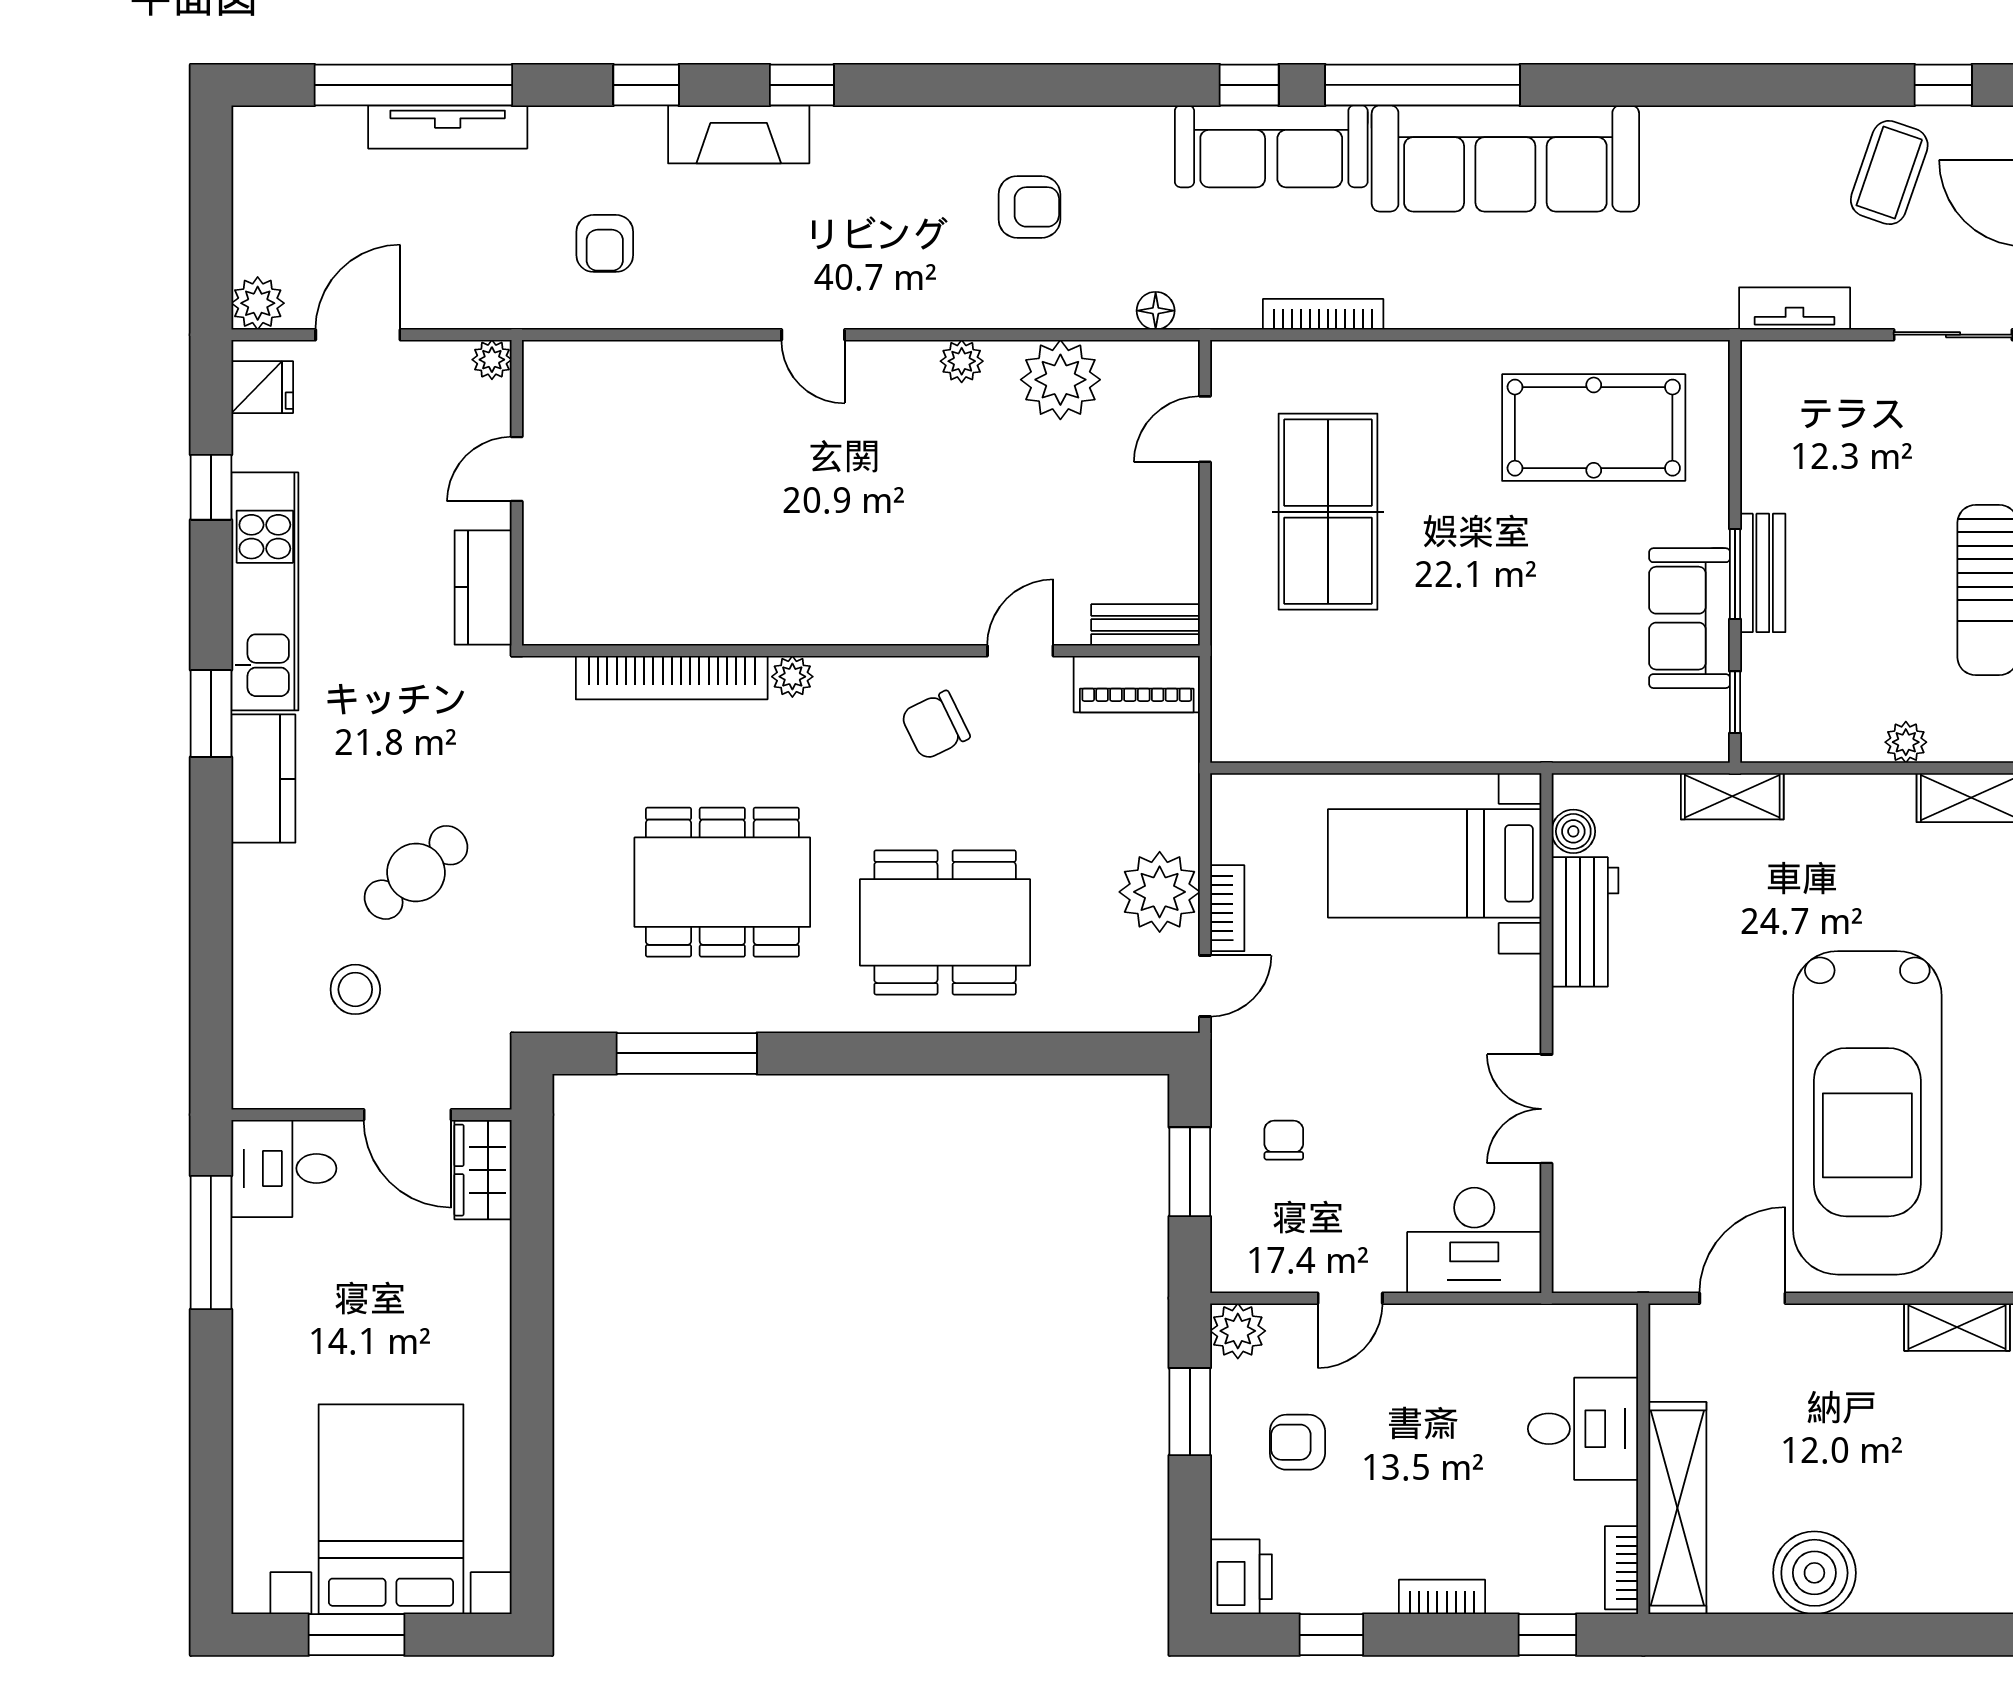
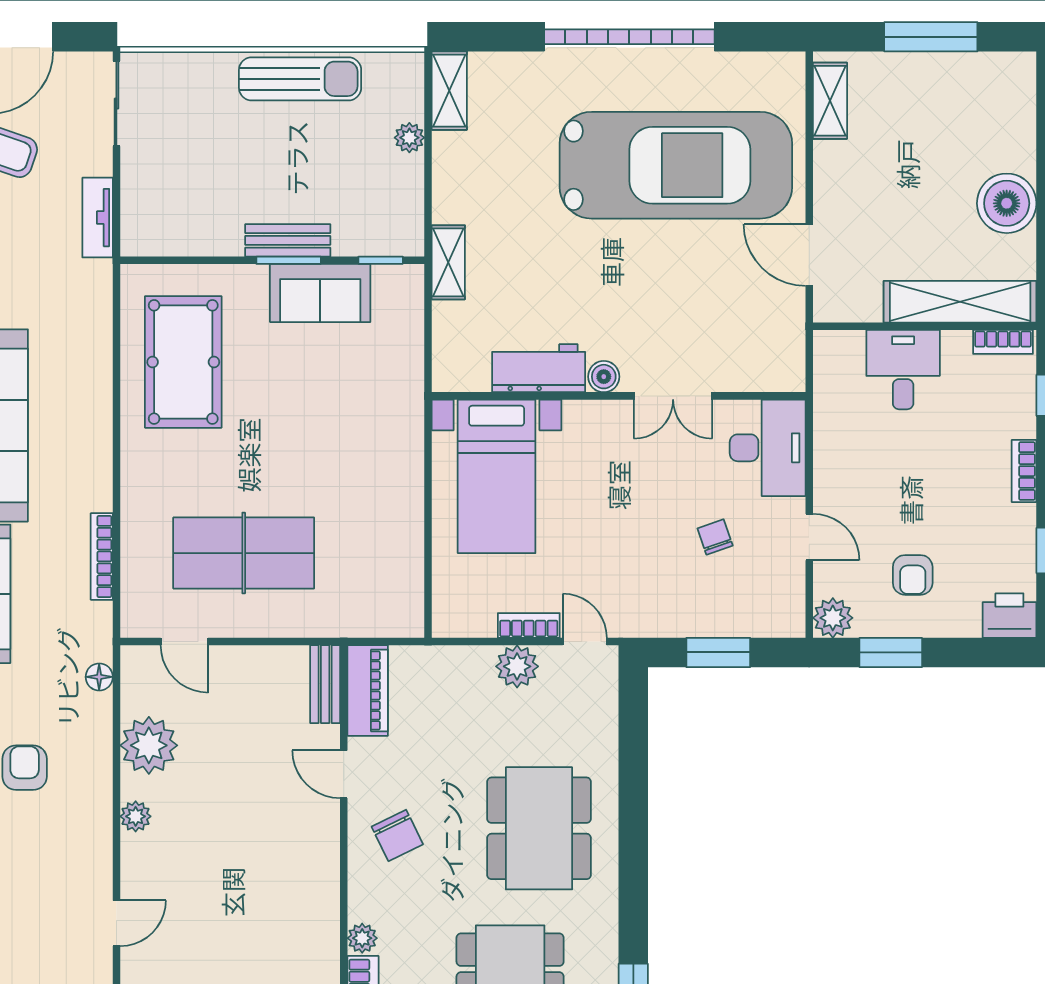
boiler: (1573, 831) -> (604, 377), moved
plant: (1160, 892) -> (517, 666), width x0.73, depth x0.73
chair: (1284, 1140) -> (715, 537), moved, turned 71

